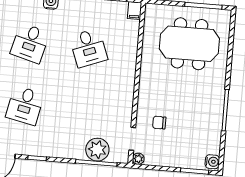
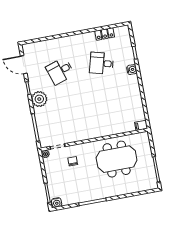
meeting table: (189, 44) -> (117, 159), moved, turned 90
desk: (88, 48) -> (109, 102), removed
desk: (25, 105) -> (60, 71), turned -30
plant: (97, 150) -> (39, 99), moved

